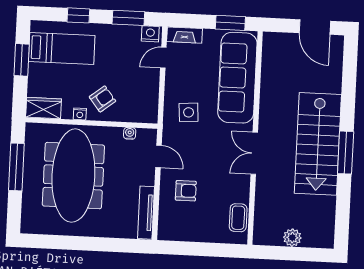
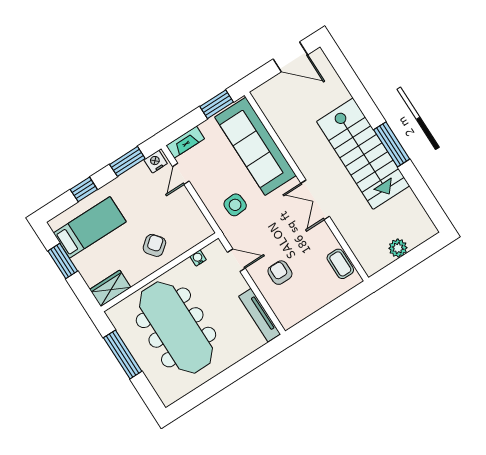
nightstand: (80, 114) -> (144, 272), removed
armchair: (186, 191) -> (280, 273), turned -90

